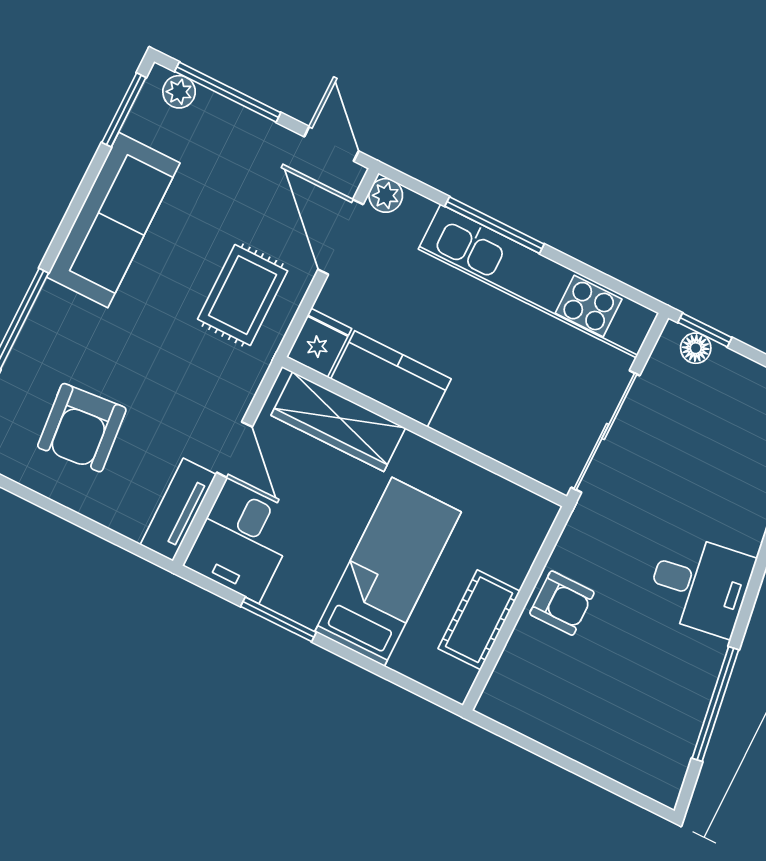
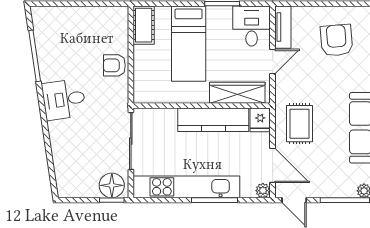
floor lamp: (696, 348) -> (112, 185), width x1.89, depth x1.89
kitchen counter: (391, 379) -> (213, 120), width x1.50
door: (234, 450) -> (273, 61), swing flipped
cot: (479, 620) -> (144, 25), moved

